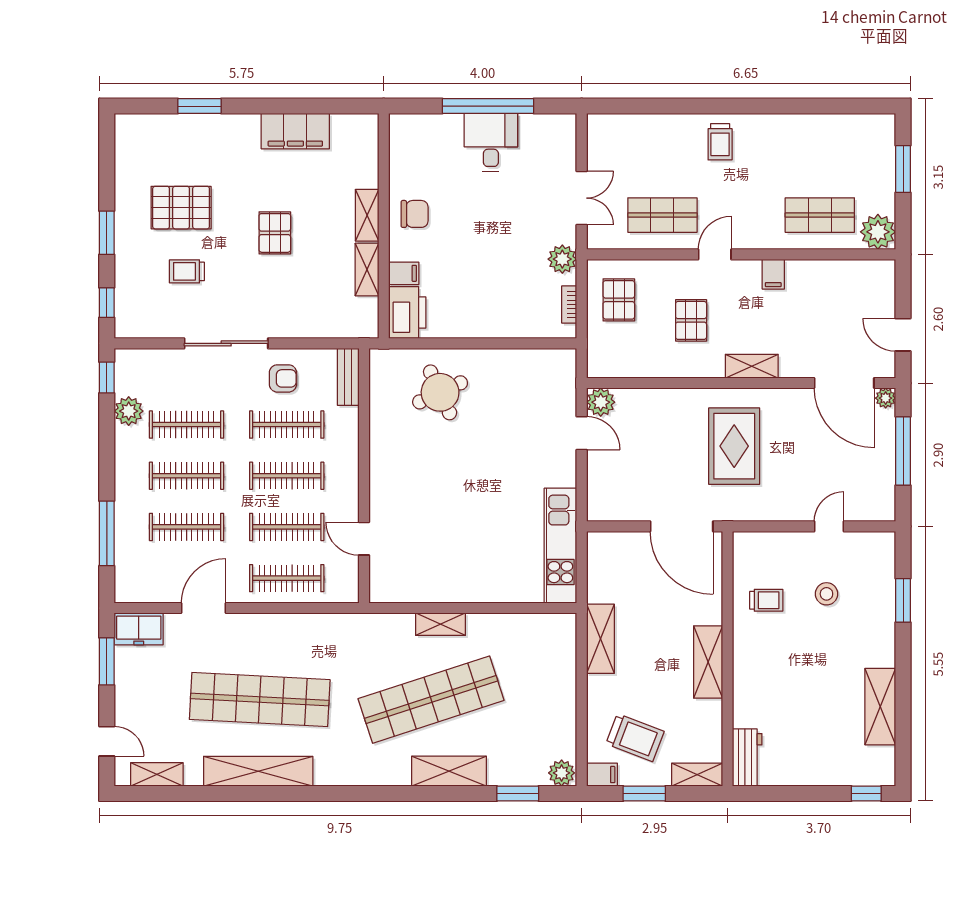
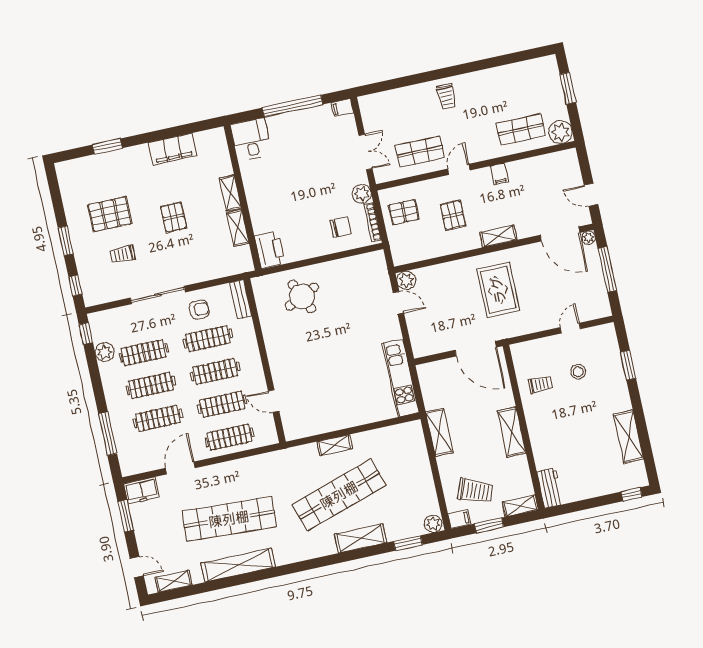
desk: (491, 142) -> (251, 139), moved
chair: (415, 214) -> (341, 227), moved
filing cabinet: (404, 273) -> (342, 108), moved, turned 180
pallet: (619, 300) -> (404, 212), turned 90
bookcase: (569, 305) -> (372, 222), width x1.56

